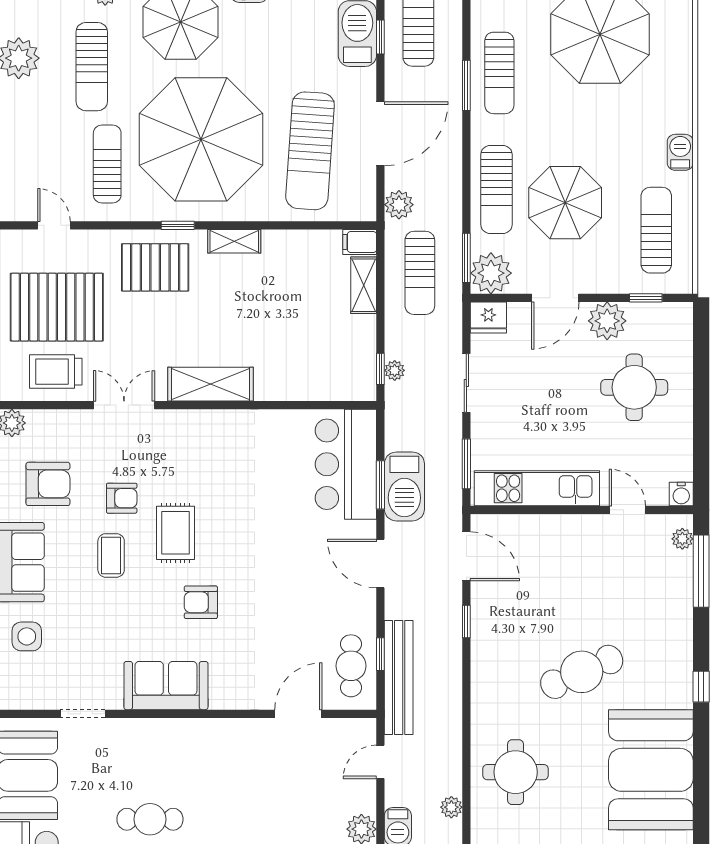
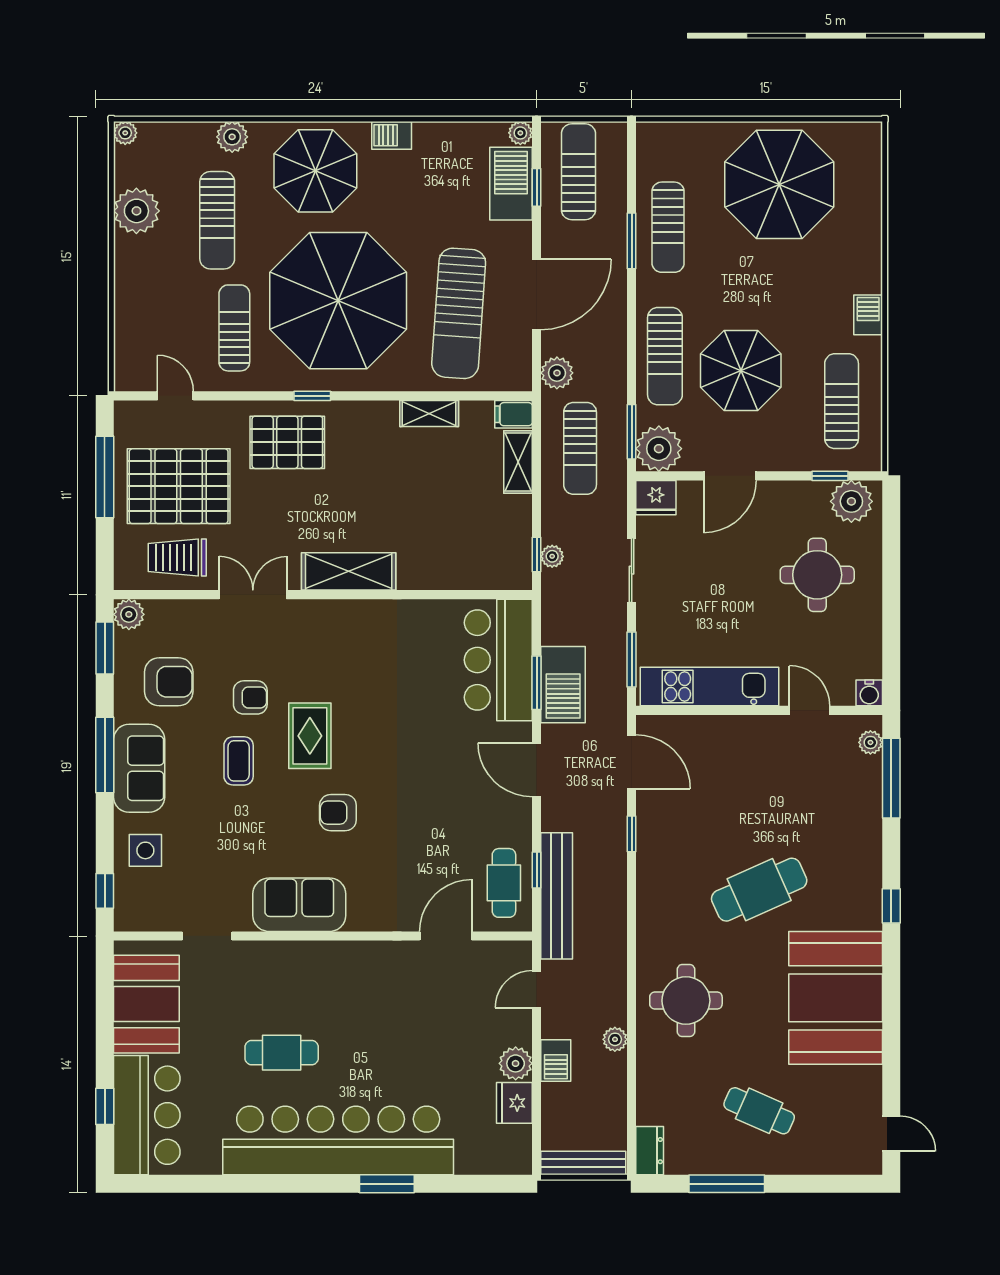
shelving: (234, 241) -> (429, 413), moved
plant: (607, 321) -> (851, 501), moved

